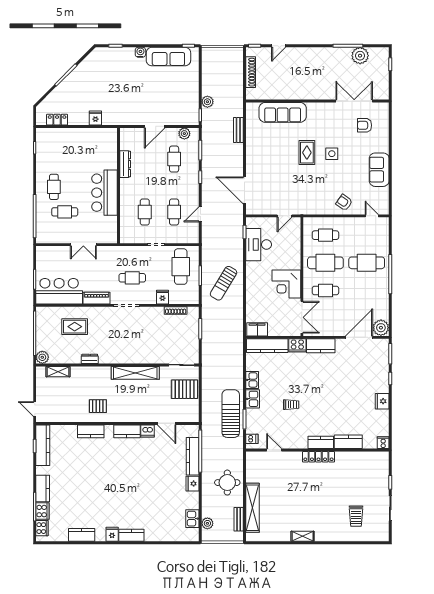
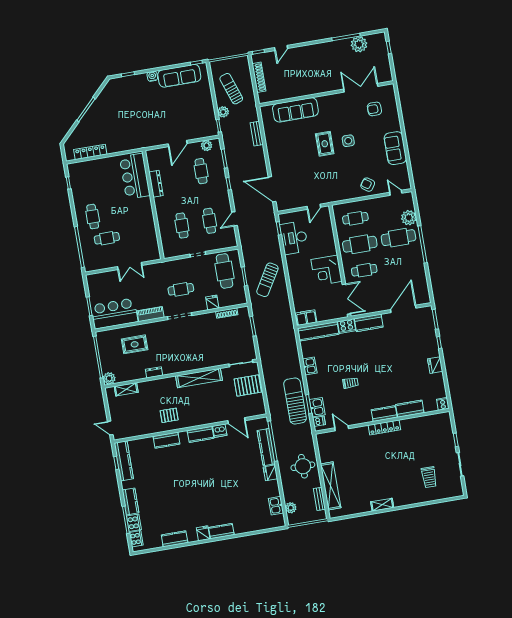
sun lounger: (220, 79) -> (231, 89), added
fridge: (95, 118) -> (121, 145), removed
locker: (57, 120) -> (90, 152), width x1.53
bar counter: (105, 193) -> (135, 176), moved
plant: (381, 328) -> (409, 218), moved
kitchen sink: (253, 399) -> (317, 407), moved

